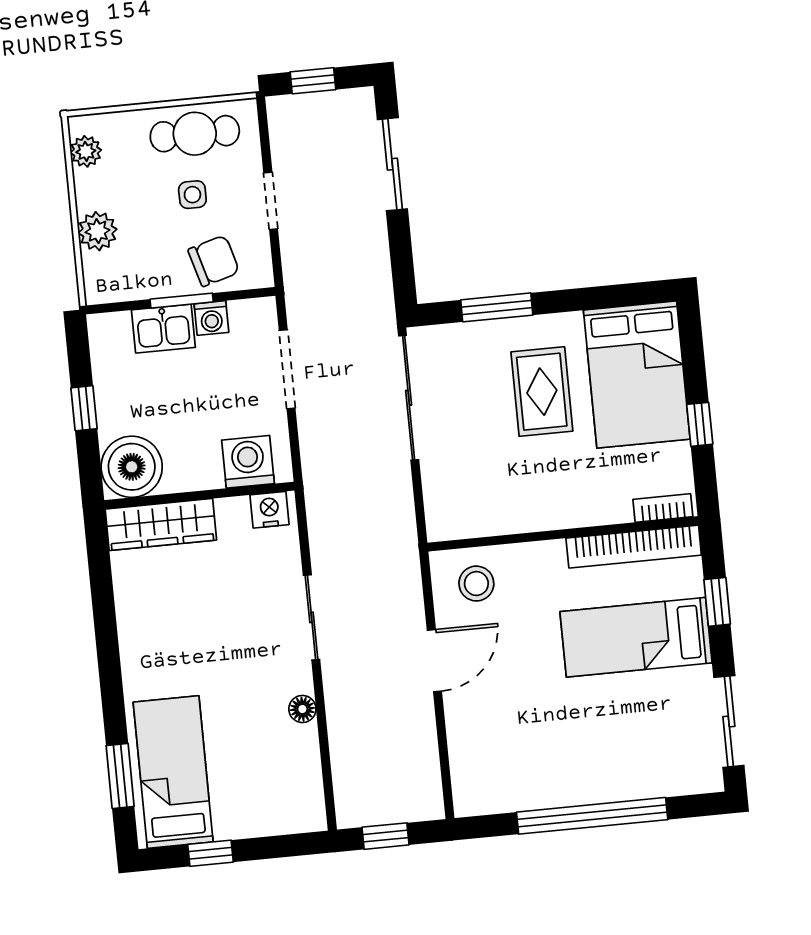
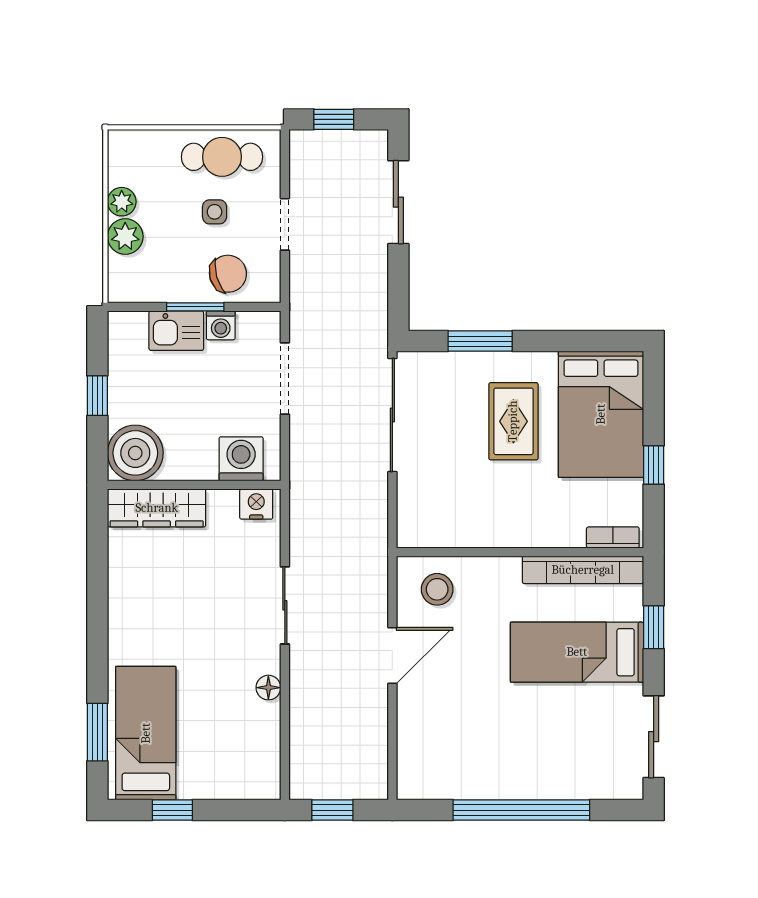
plant: (86, 151) -> (122, 202), moved

